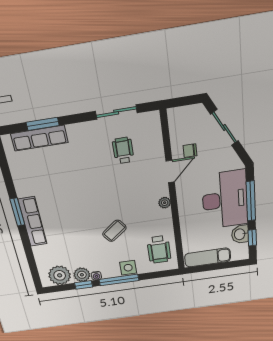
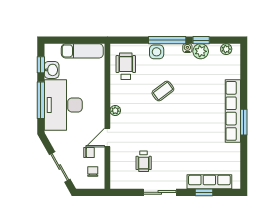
sliding door: (116, 112) -> (160, 192), moved
window: (43, 124) -> (204, 192), width x0.67
chair: (183, 128) -> (93, 171), added
row of seats: (33, 222) -> (233, 111), width x1.36
plant: (60, 275) -> (226, 49), width x0.53, depth x0.53

